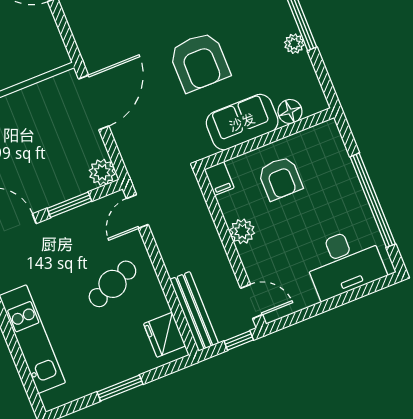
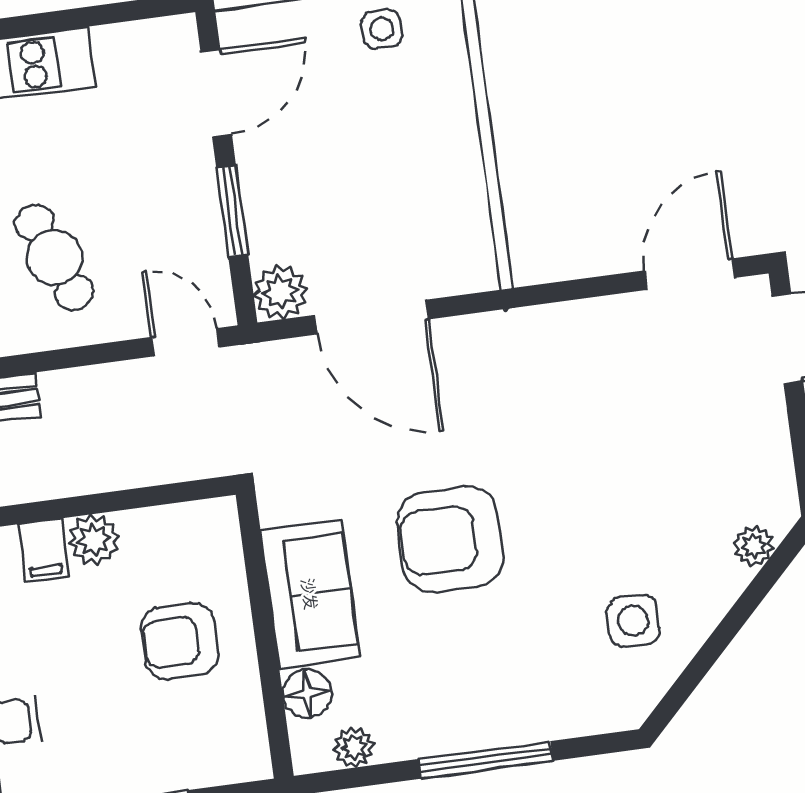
plant: (294, 44) -> (354, 747), moved
door: (94, 102) -> (372, 317), moved
filing cabinet: (219, 179) -> (43, 550), moved, turned -90

